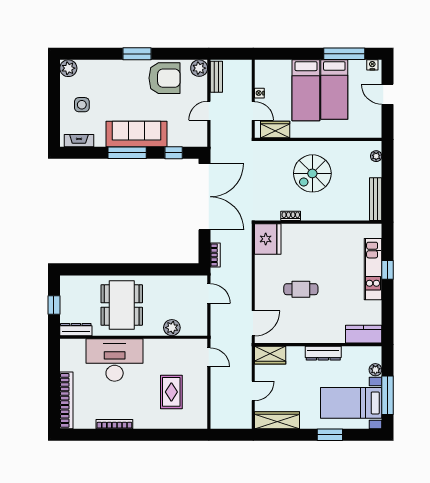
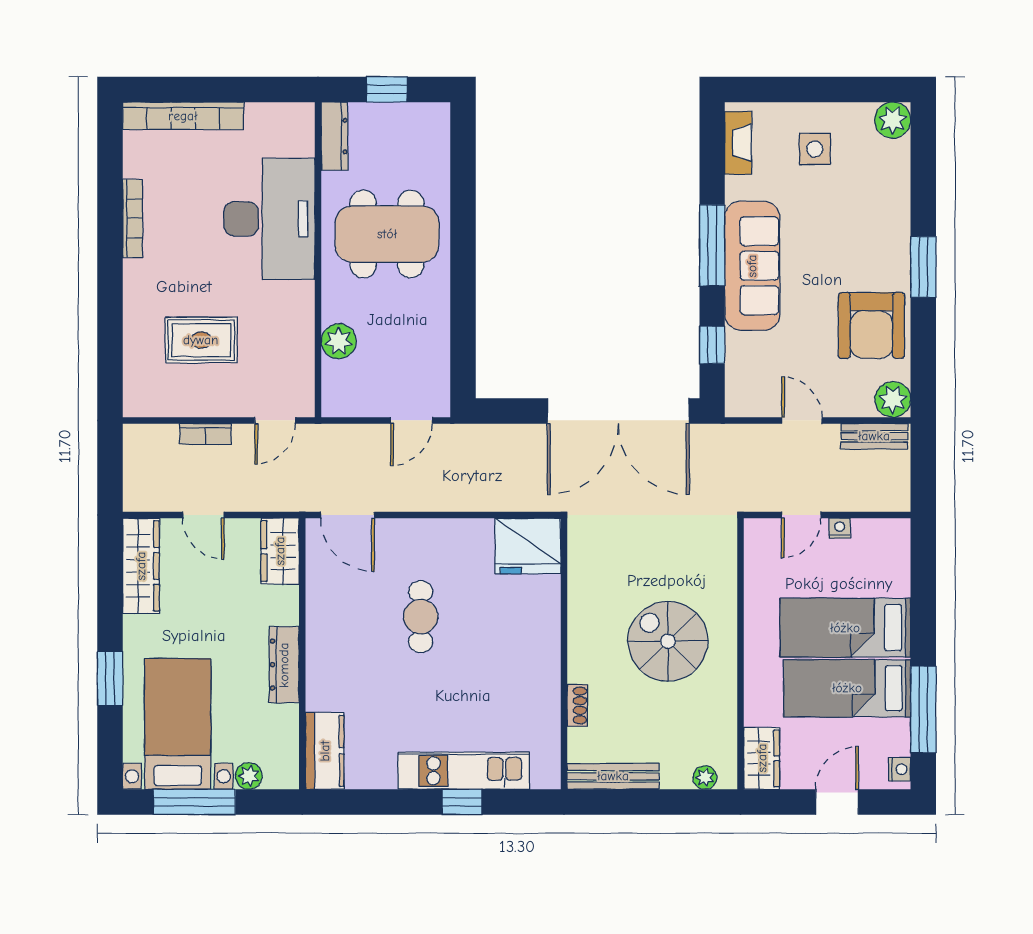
wardrobe: (275, 130) -> (762, 758), moved
shoe rack: (291, 216) -> (577, 705), moved
bookcase: (215, 255) -> (206, 434), moved

